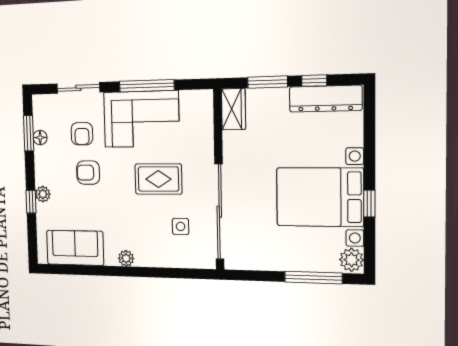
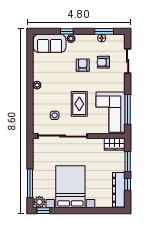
window: (147, 86) -> (128, 109), moved
corner sofa: (141, 119) -> (111, 112), moved
window: (369, 204) -> (43, 211), moved
sofa: (75, 248) -> (50, 43), moved, turned 90

